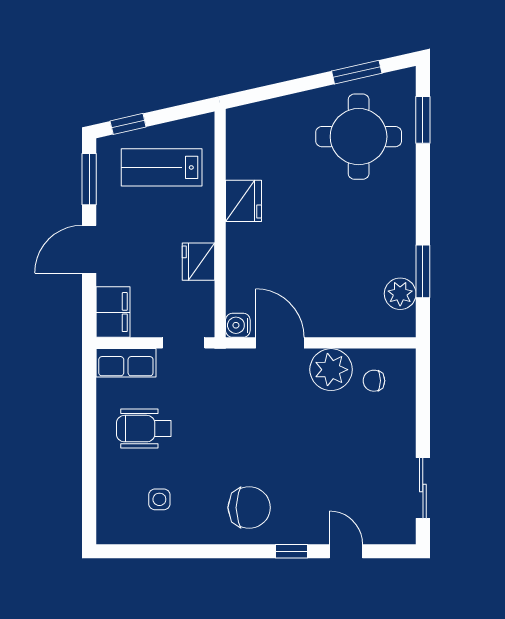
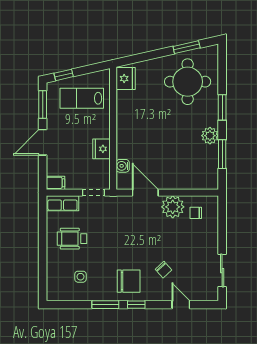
window: (423, 120) -> (222, 107), moved
fridge: (243, 201) -> (126, 79), moved
plant: (400, 294) -> (210, 136), moved
filing cabinet: (113, 312) -> (56, 183), width x0.50
water cooler: (238, 325) -> (123, 166), moved
chair: (314, 486) -> (164, 270), added
window: (206, 551) -> (105, 305), added
window: (291, 551) -> (136, 305), moved

